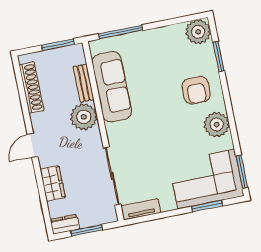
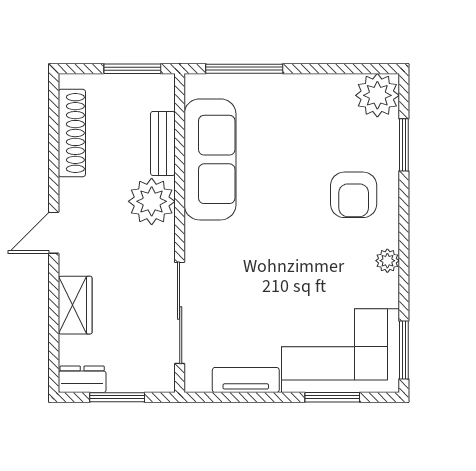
plant: (217, 125) -> (387, 261), width x0.53, depth x0.53
tv unit: (141, 209) -> (246, 380), moved

